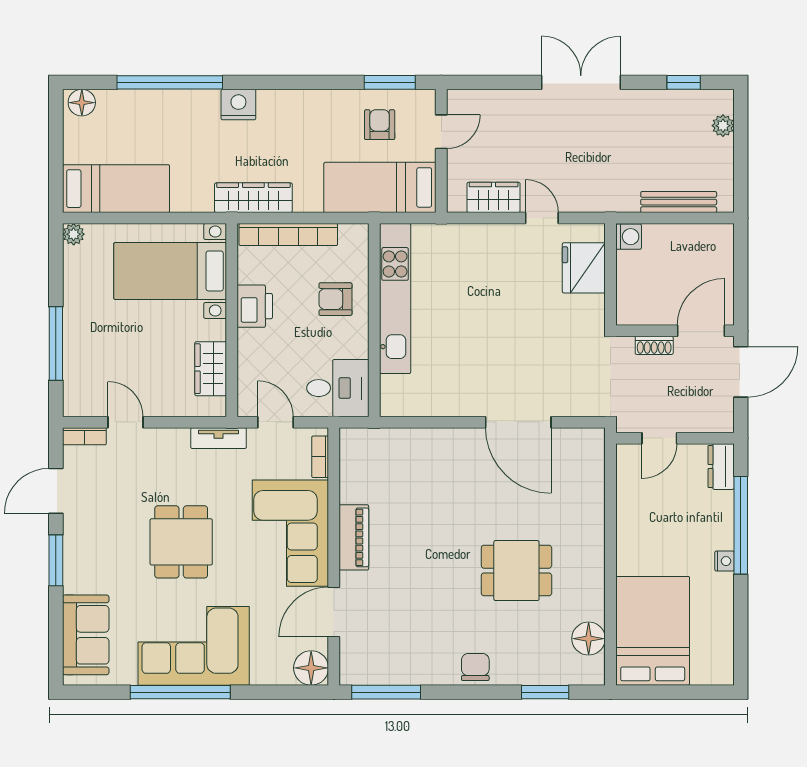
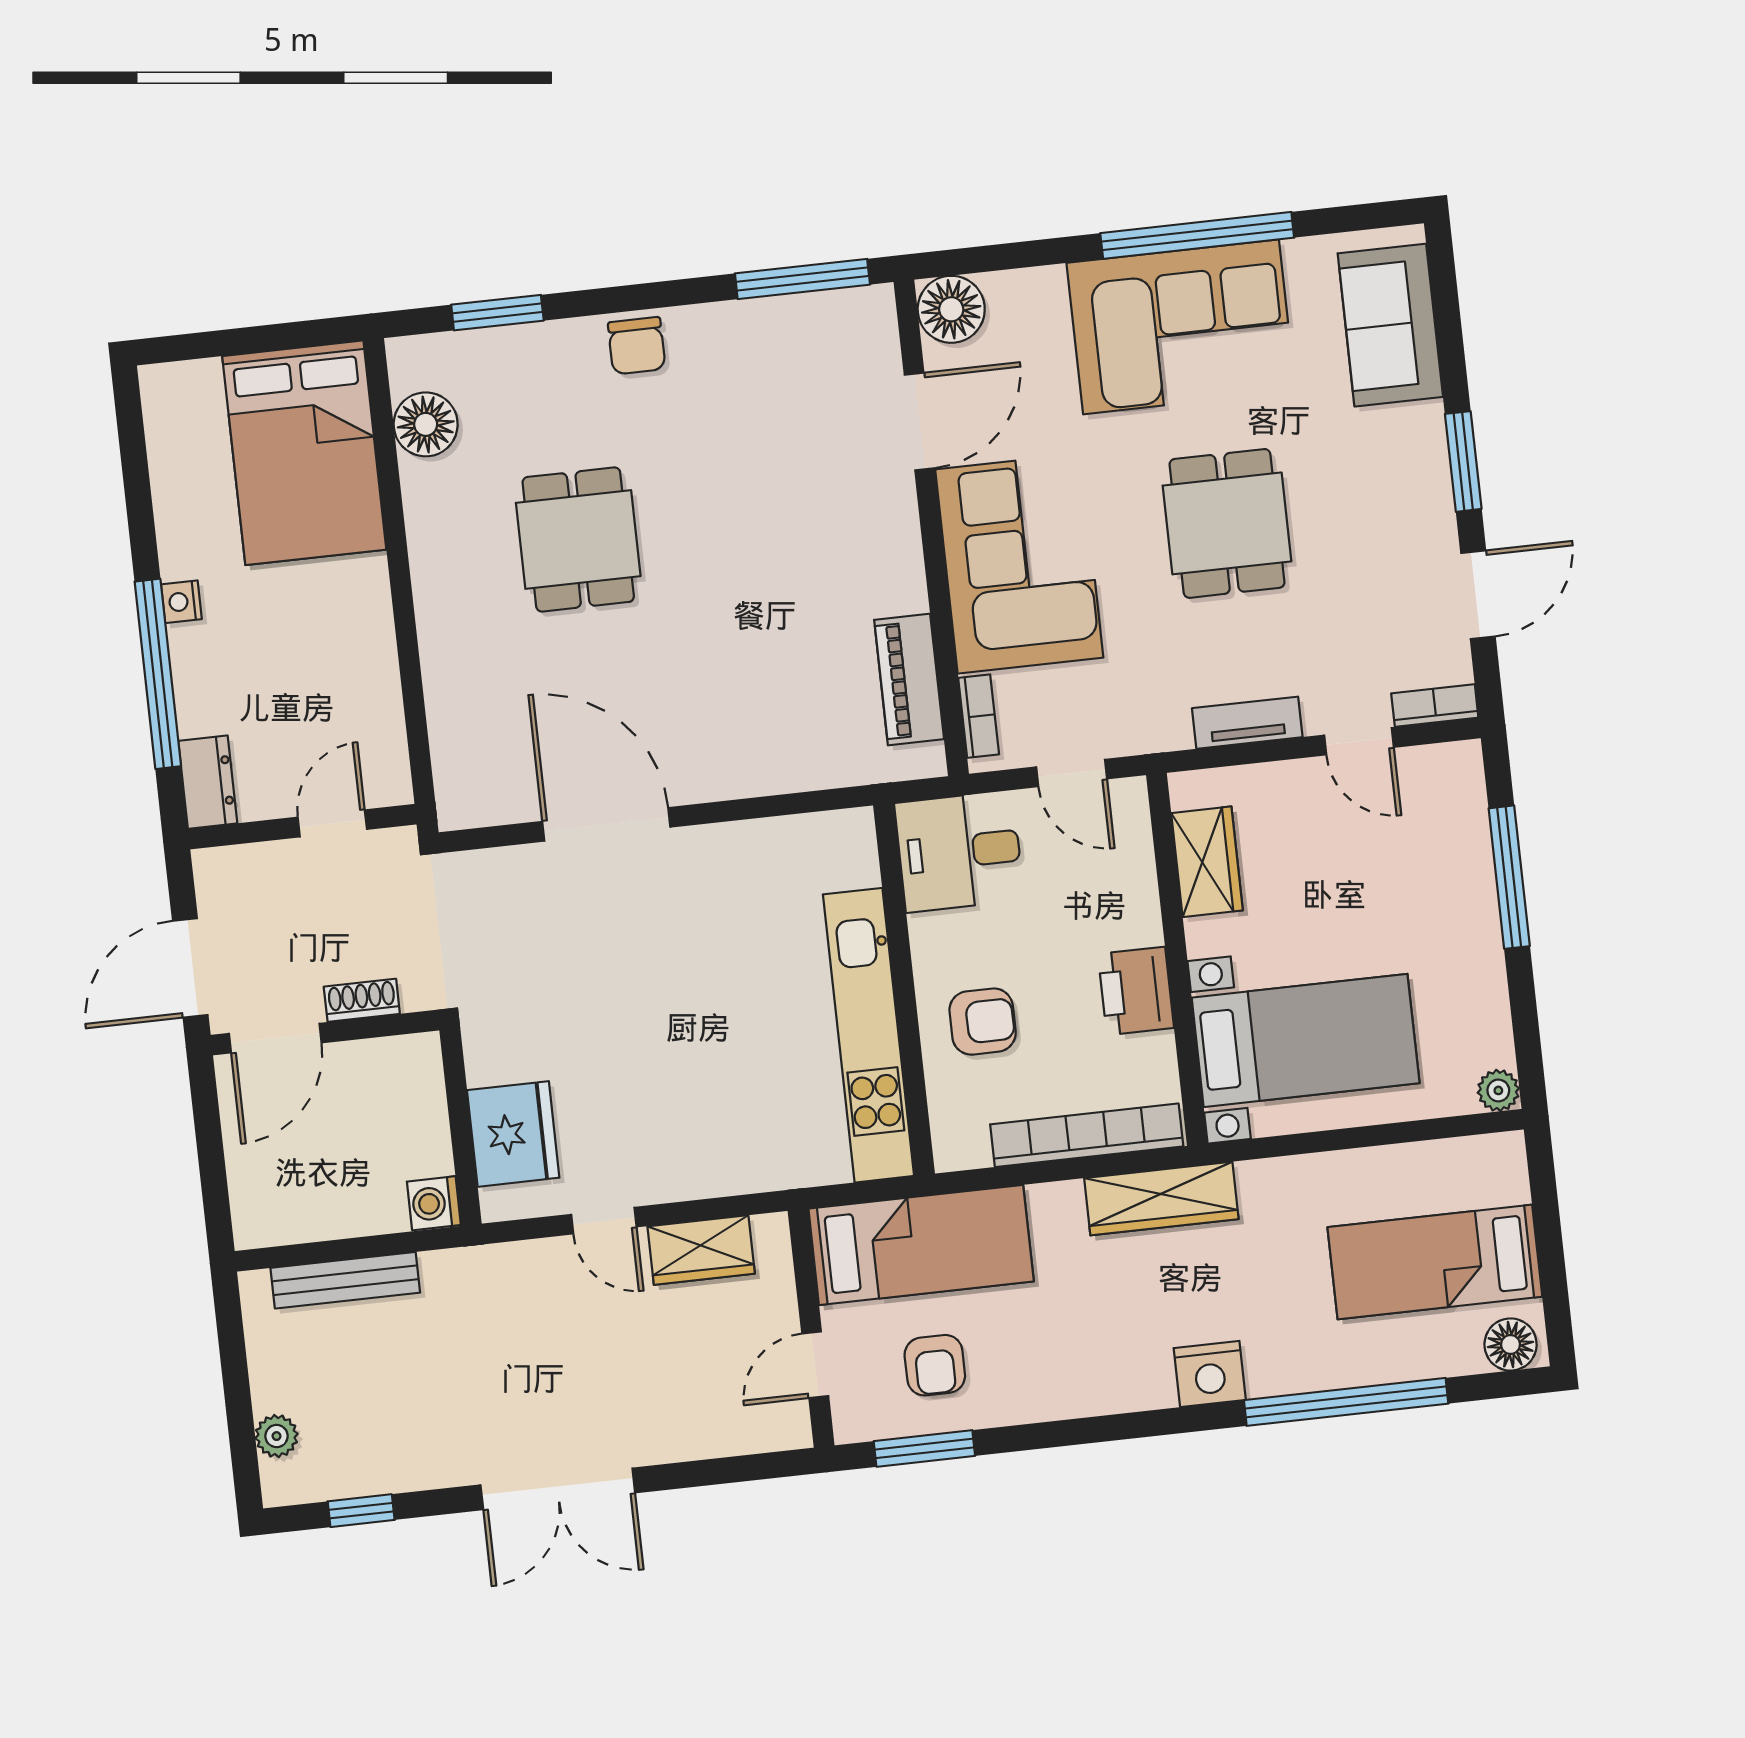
bed: (116, 189) -> (1435, 1262), moved
tv unit: (219, 438) -> (1247, 723), moved
piano: (354, 537) -> (909, 680), moved
dining table: (516, 571) -> (578, 539), turned 90

